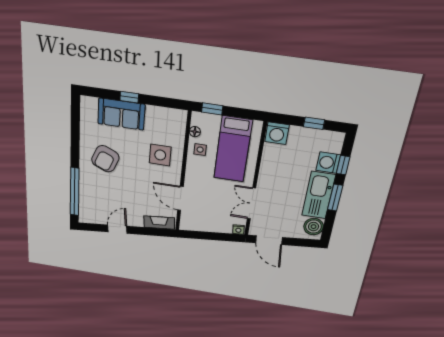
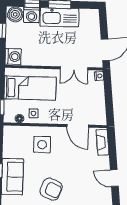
door: (180, 198) -> (78, 126), hinge flipped
boiler: (314, 227) -> (15, 14), moved

